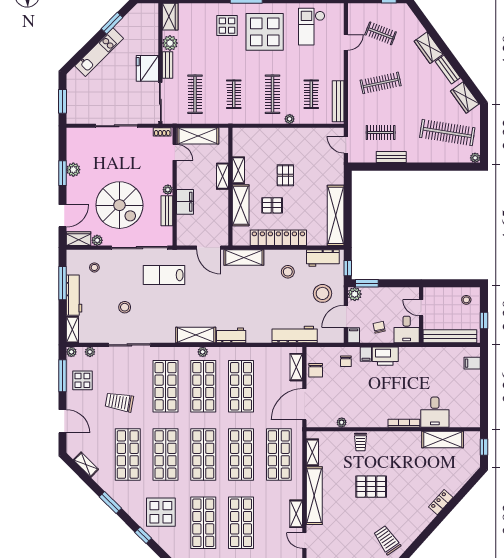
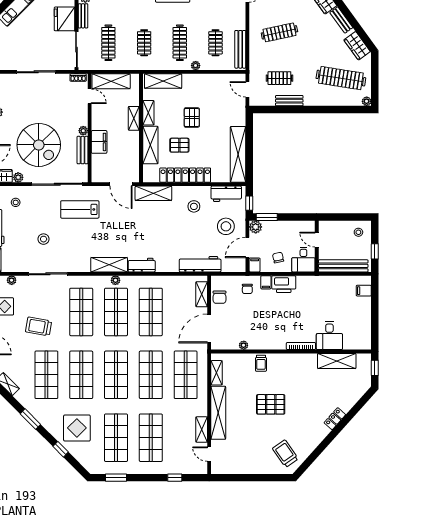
shelving: (254, 136) -> (163, 81), added

